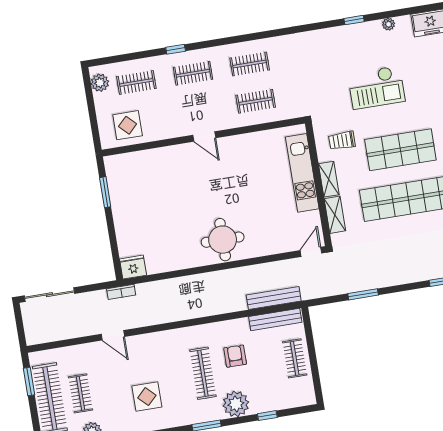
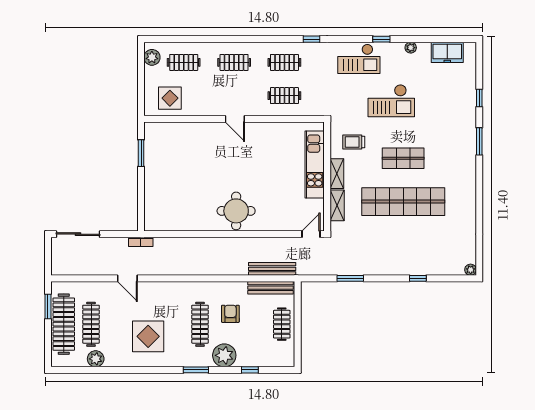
checkout: (332, 46) -> (359, 59), added
window: (176, 49) -> (312, 39), moved
shop shelf: (400, 150) -> (403, 158), width x0.70, depth x0.74
fridge: (133, 267) -> (155, 222), removed
clothes rail: (81, 393) -> (91, 324), width x1.36
display table: (147, 397) -> (148, 336), width x1.36, depth x1.36

